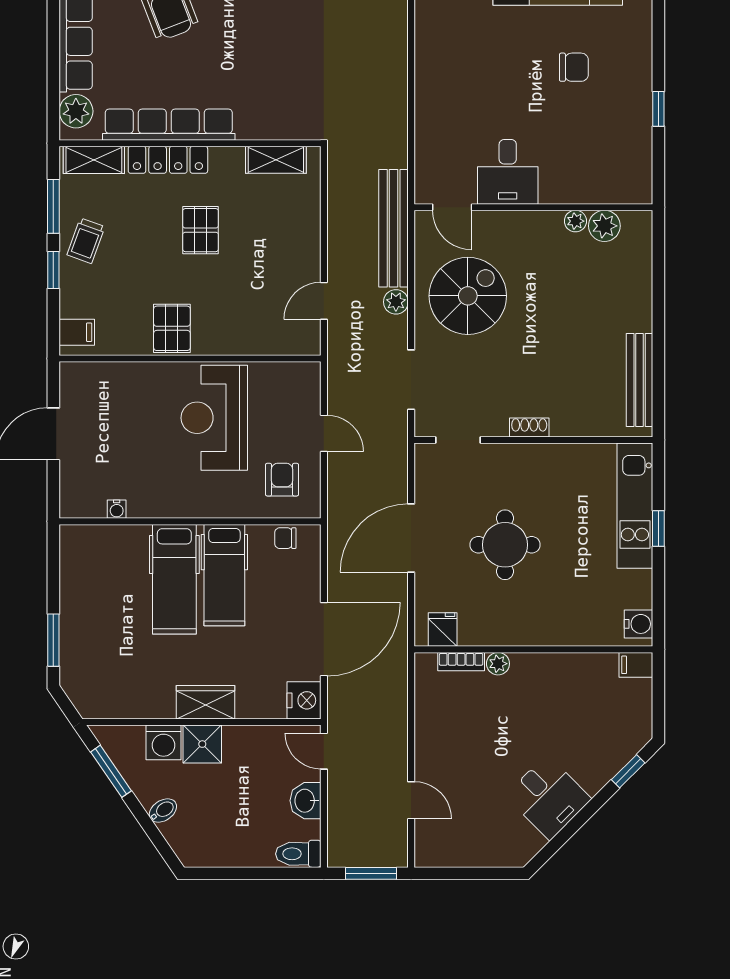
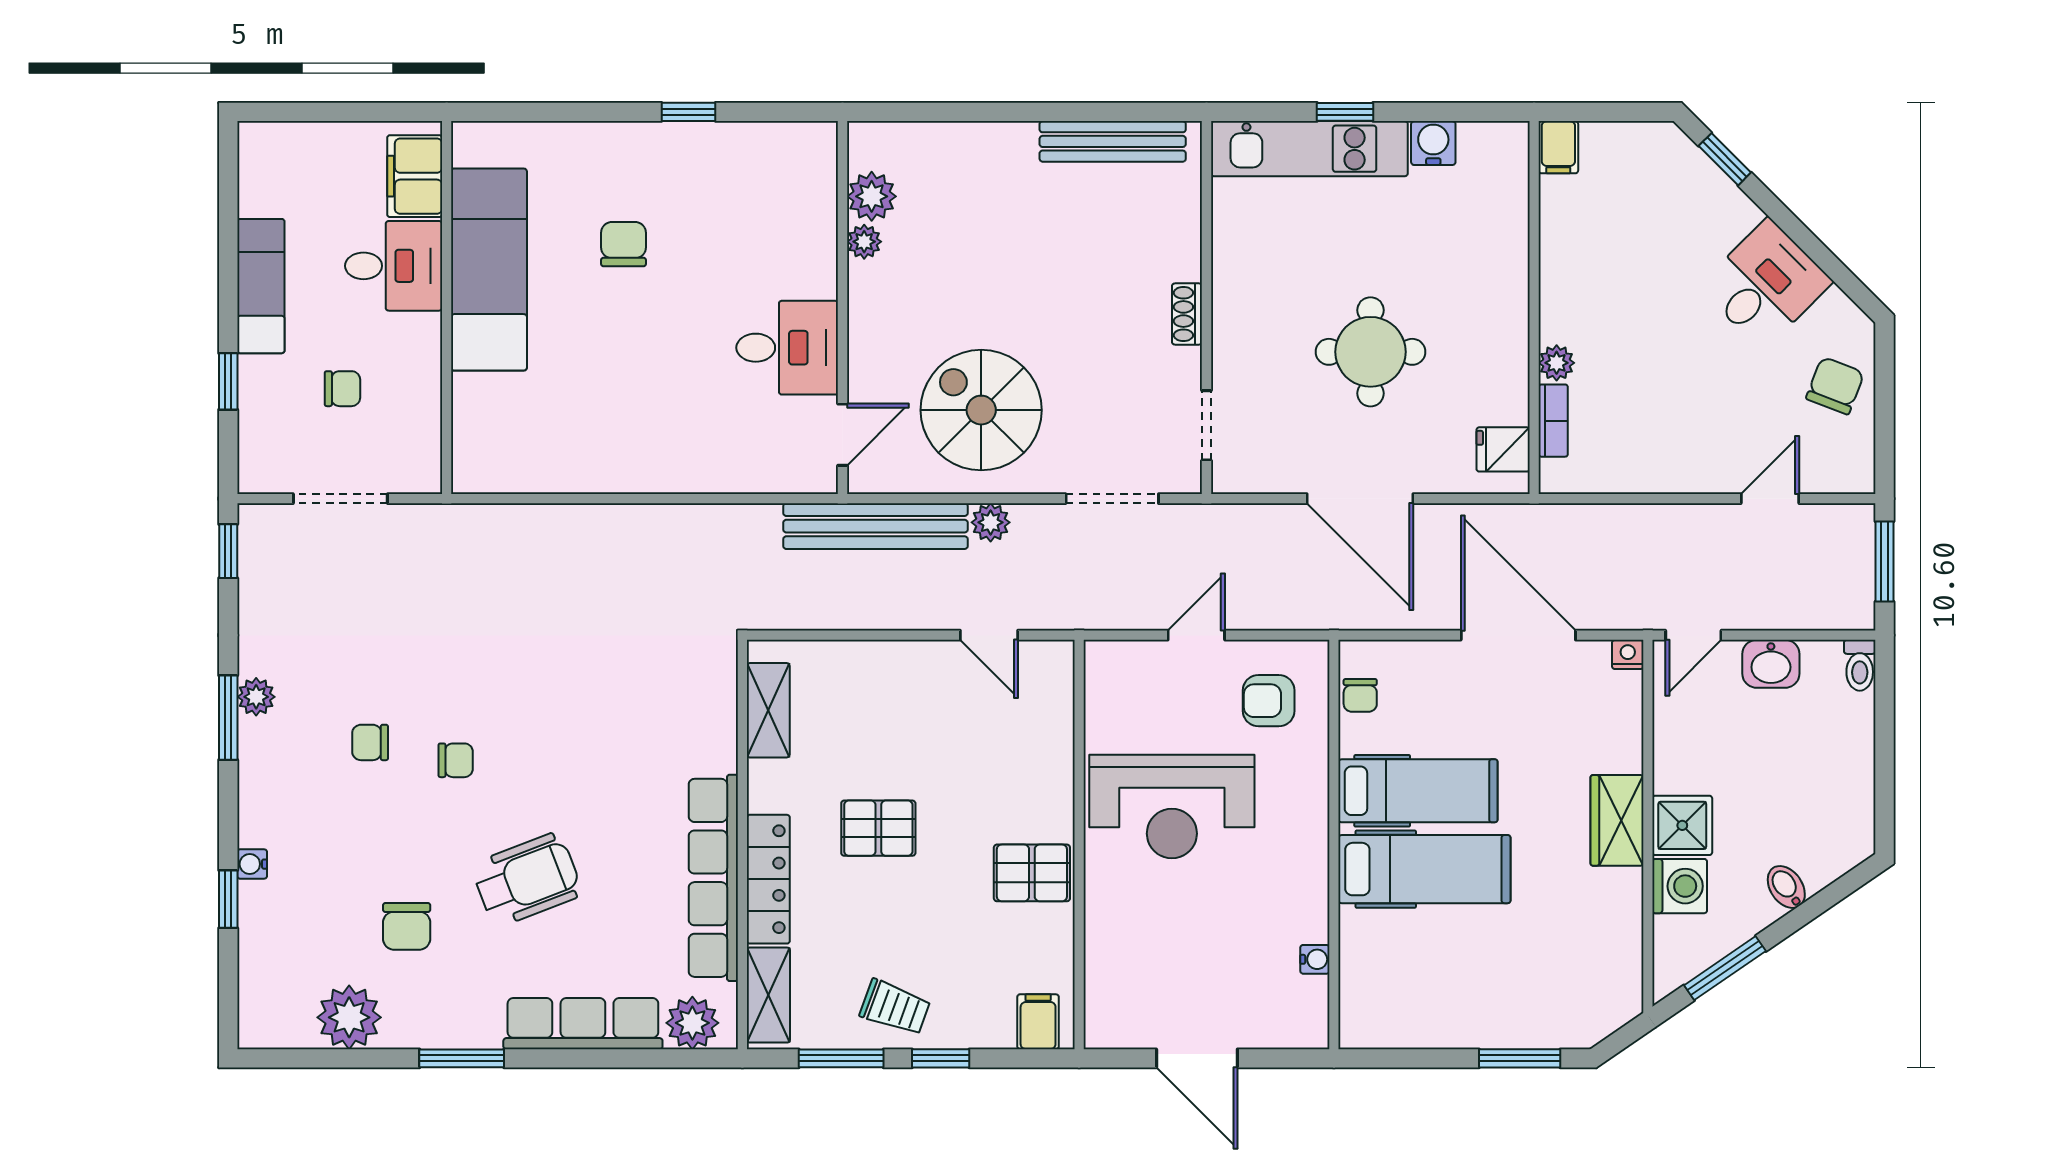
water cooler: (638, 624) -> (1433, 143), moved
nightstand: (304, 700) -> (1628, 654), width x0.53, depth x0.56
chair: (483, 842) -> (1835, 386), added
toilet: (298, 854) -> (1860, 665), width x0.73, depth x0.72

